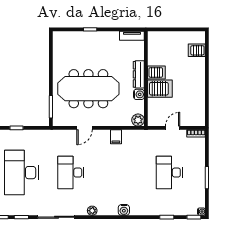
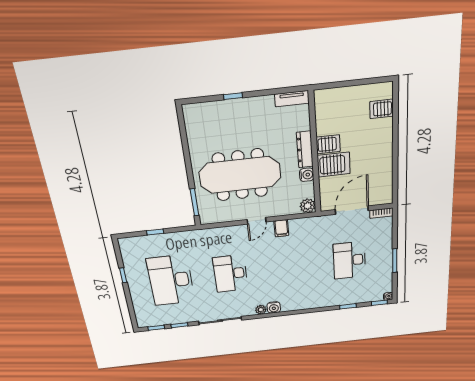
door: (84, 128) -> (257, 221), moved
door: (173, 128) -> (352, 210), width x1.87
water cooler: (124, 210) -> (274, 307), moved

